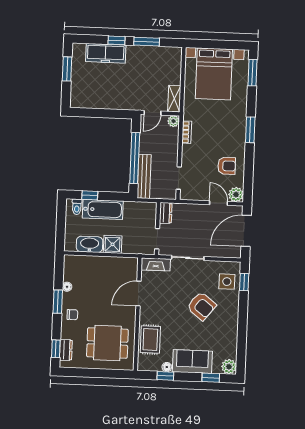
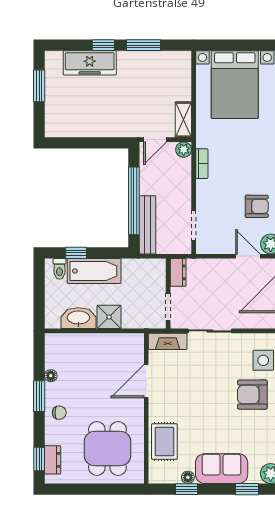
armchair: (201, 306) -> (252, 395), moved, turned 142
dining table: (107, 343) -> (107, 449), turned 90

